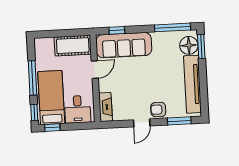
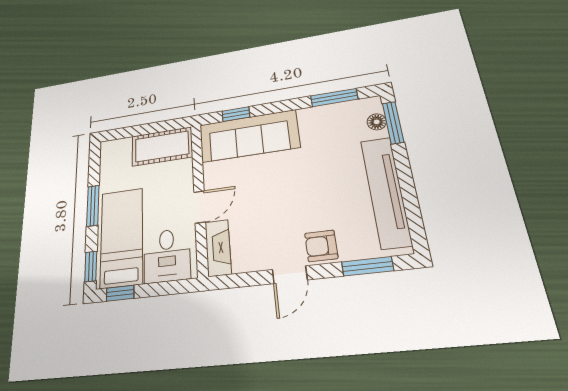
window: (172, 27) -> (334, 98), width x0.69
floor lamp: (189, 45) -> (377, 122), width x0.53, depth x0.53
door: (95, 70) -> (200, 207), moved
window: (32, 78) -> (93, 206), width x0.69

